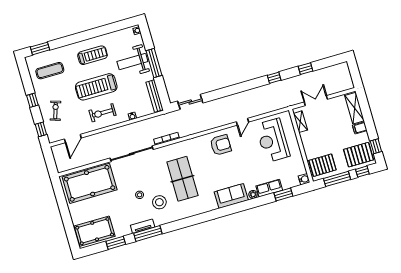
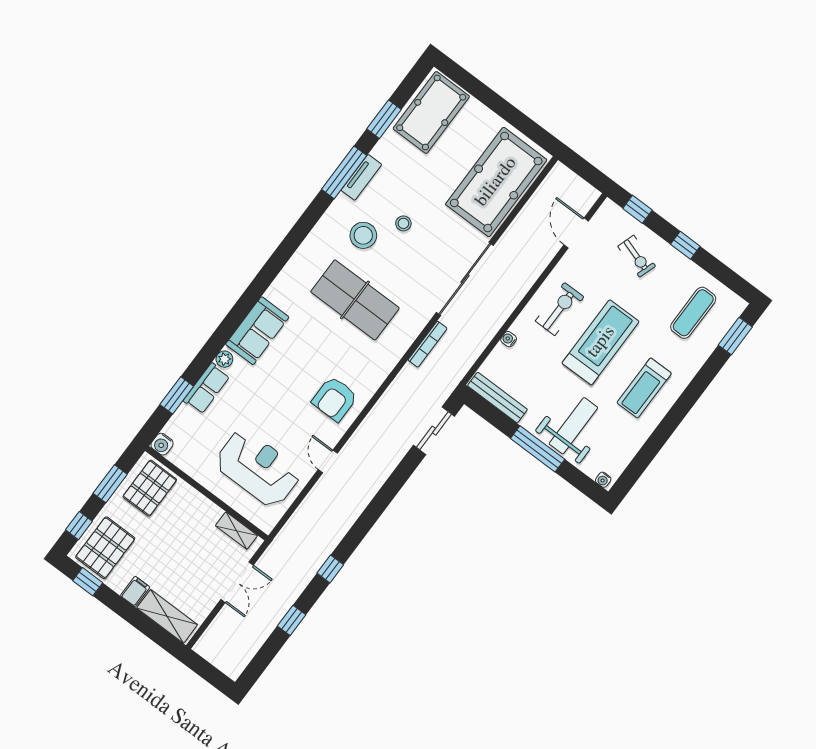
window: (337, 179) -> (110, 484), width x0.69

